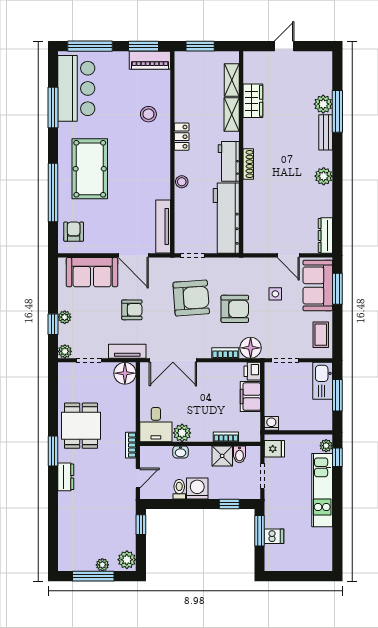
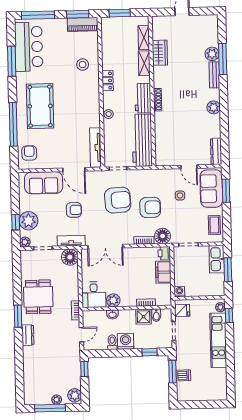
plant: (65, 317) -> (29, 221), width x1.87, depth x1.87

